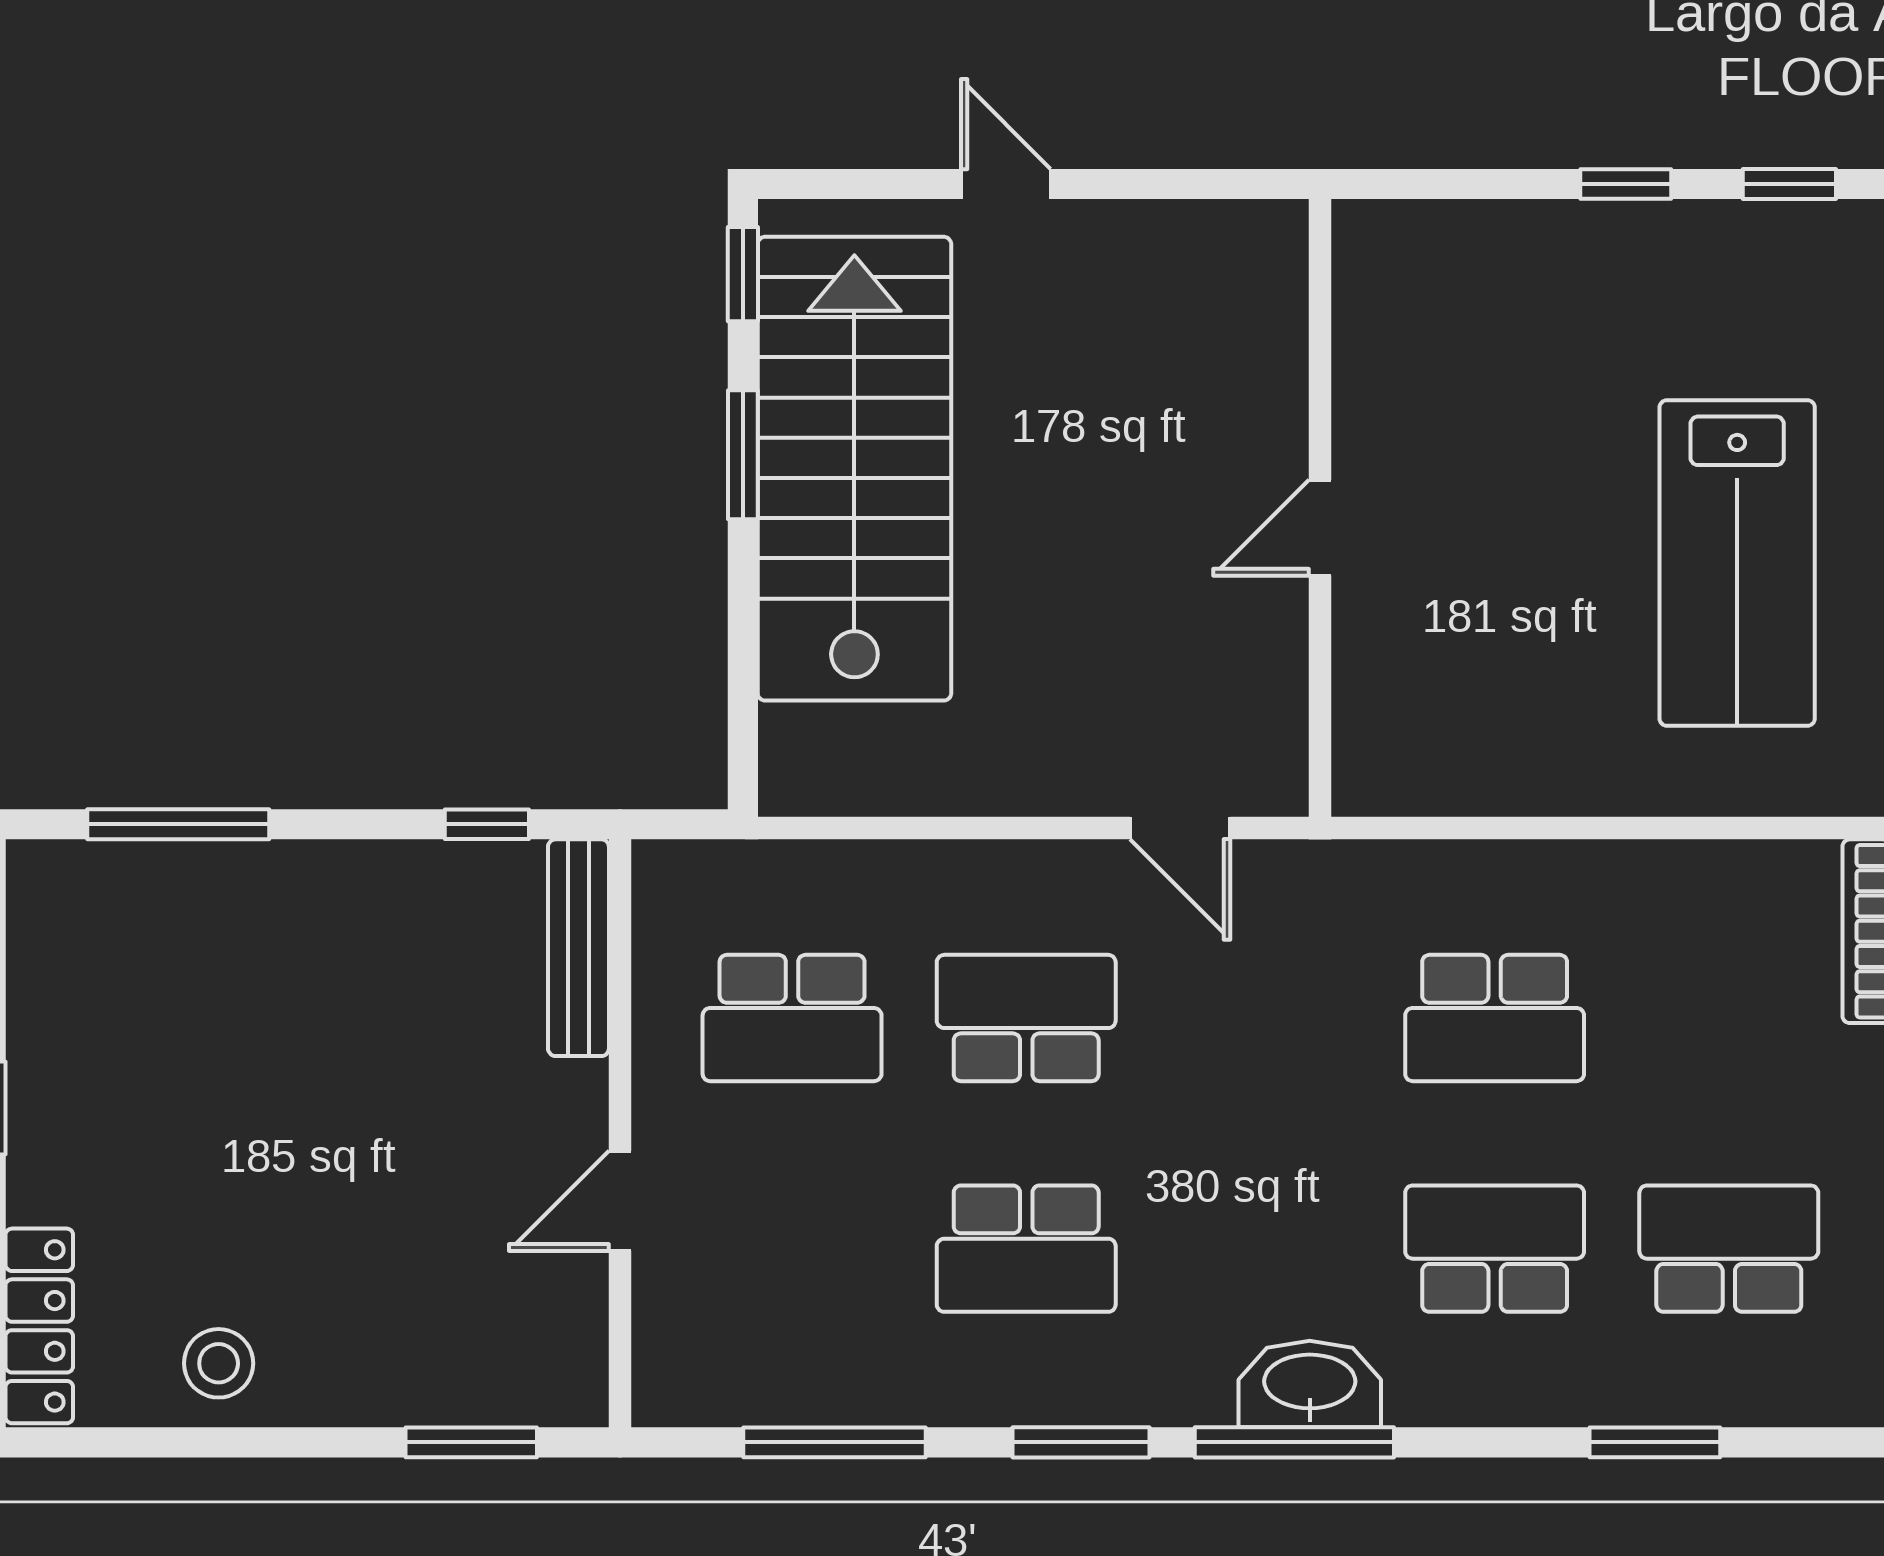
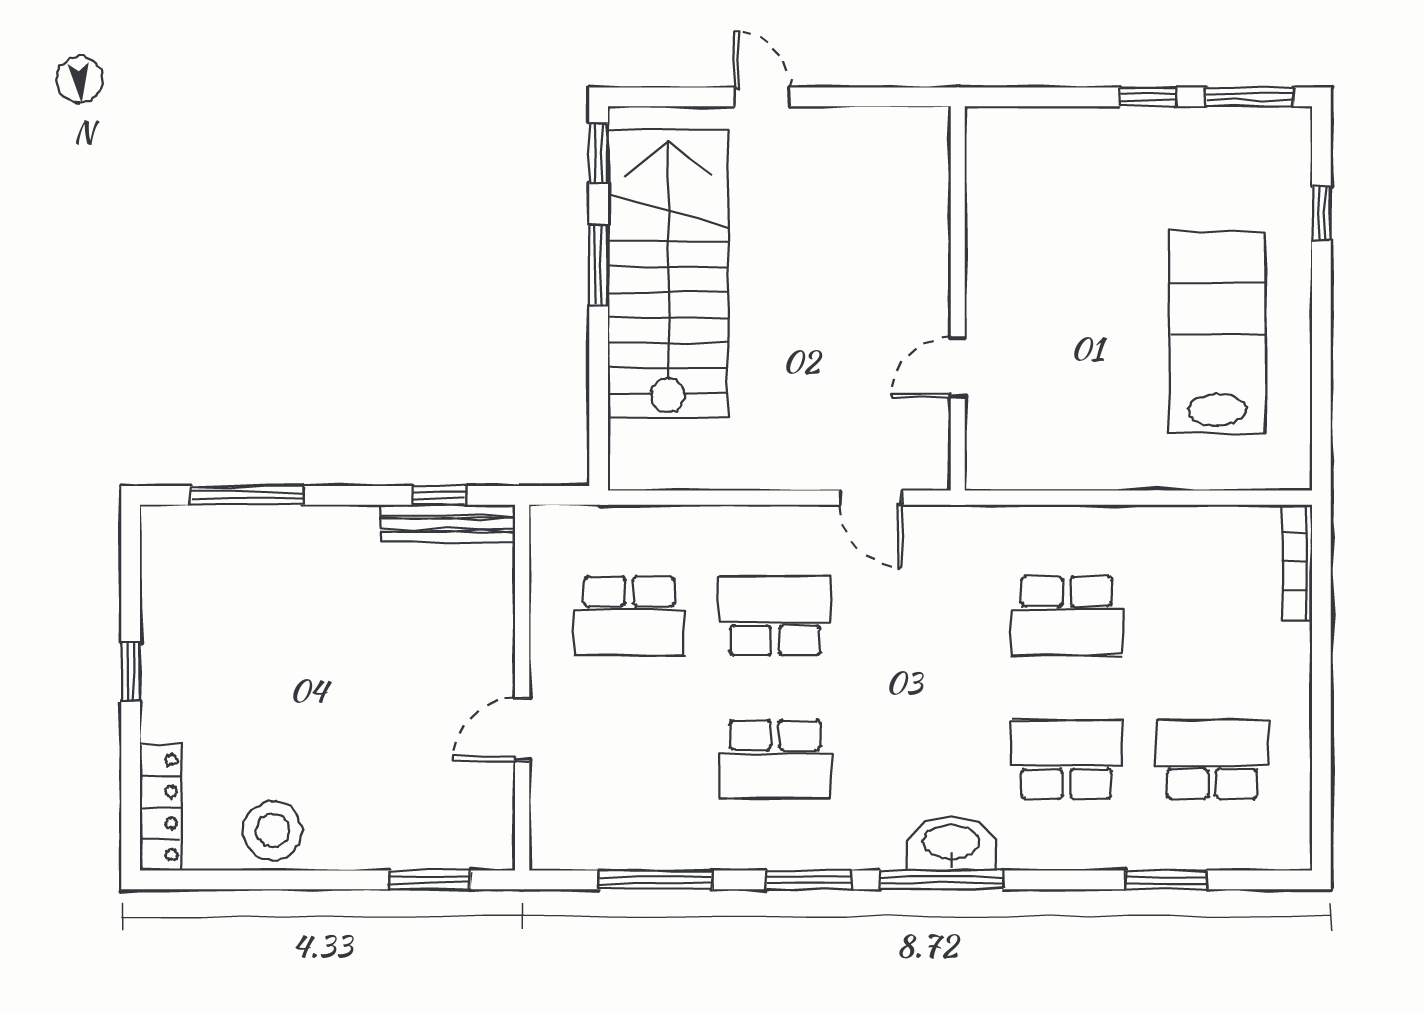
window: (1789, 184) -> (1250, 97), width x1.50
door: (1320, 528) -> (958, 367), moved
lab bench: (1737, 563) -> (1217, 333), turned 180
bench: (578, 948) -> (448, 524), moved, turned 90
stool: (219, 1363) -> (272, 831), width x1.38, depth x1.38

